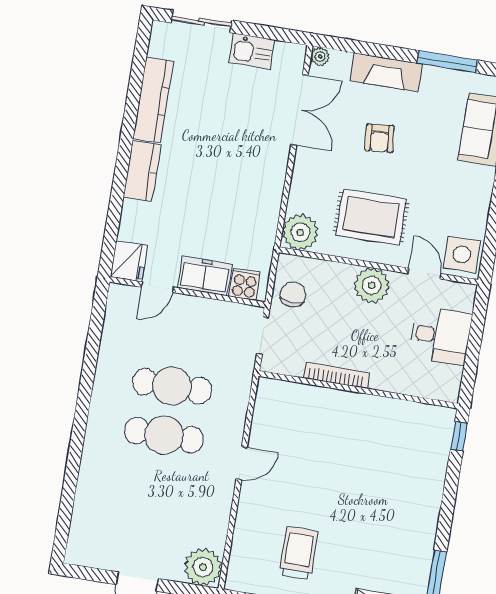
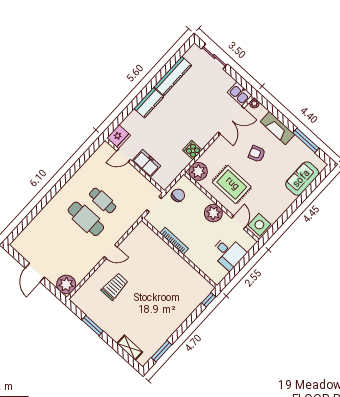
kitchen sink: (252, 51) -> (240, 94), moved
armchair: (379, 138) -> (257, 154), turned 75
cooker: (245, 284) -> (192, 150), moved, turned -90
cafe table: (172, 386) -> (103, 201), width x0.73, depth x0.74
trolley: (299, 553) -> (115, 286), moved

